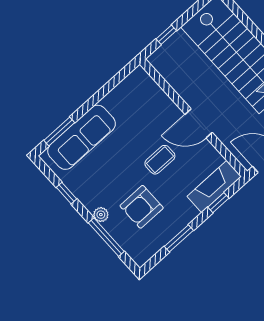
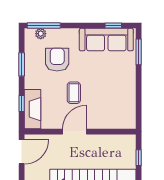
sofa: (82, 137) -> (106, 40), moved, turned -90
window: (67, 193) -> (113, 25), moved
plant: (101, 215) -> (41, 34), moved
window: (106, 237) -> (44, 25), moved

